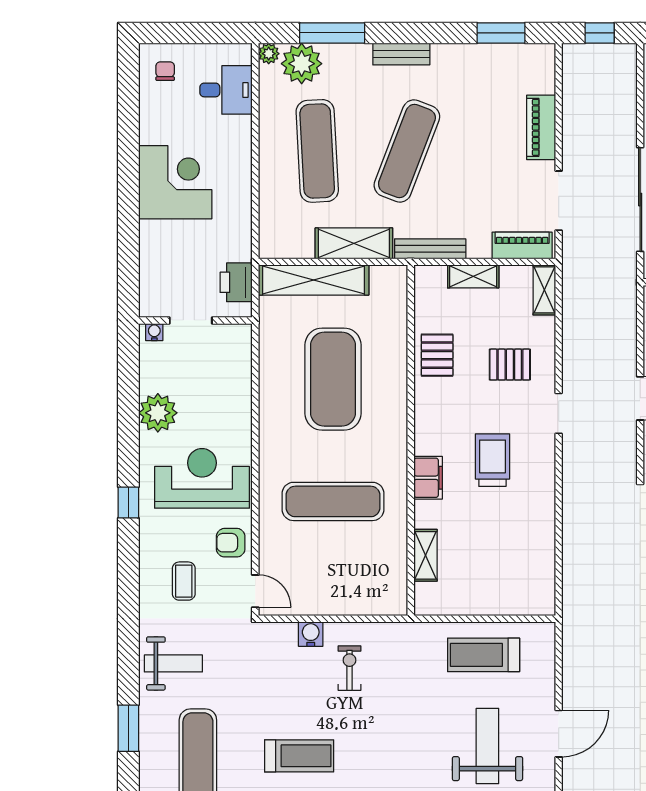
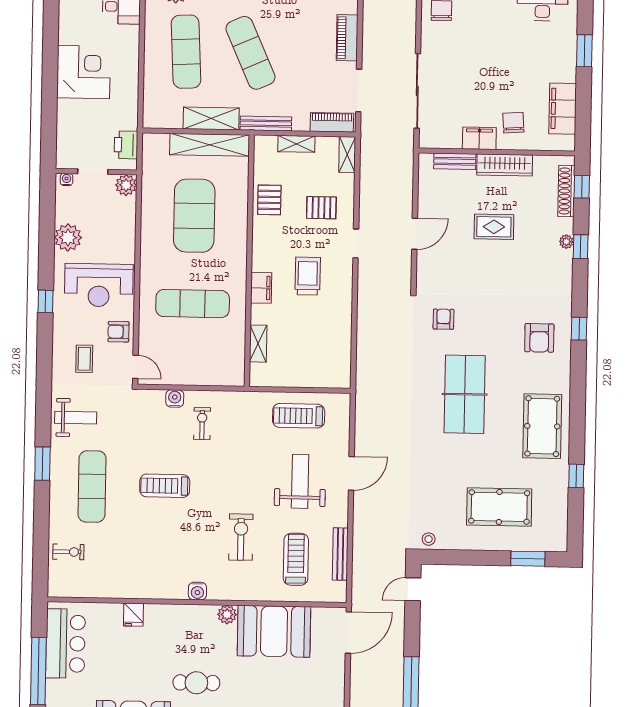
exercise mat: (407, 151) -> (250, 53), turned -45
shelving: (314, 280) -> (210, 145), moved
plant: (237, 338) -> (126, 185), added
reception desk: (202, 478) -> (99, 285), turned 180
treadmill: (299, 756) -> (165, 486), turned 180

